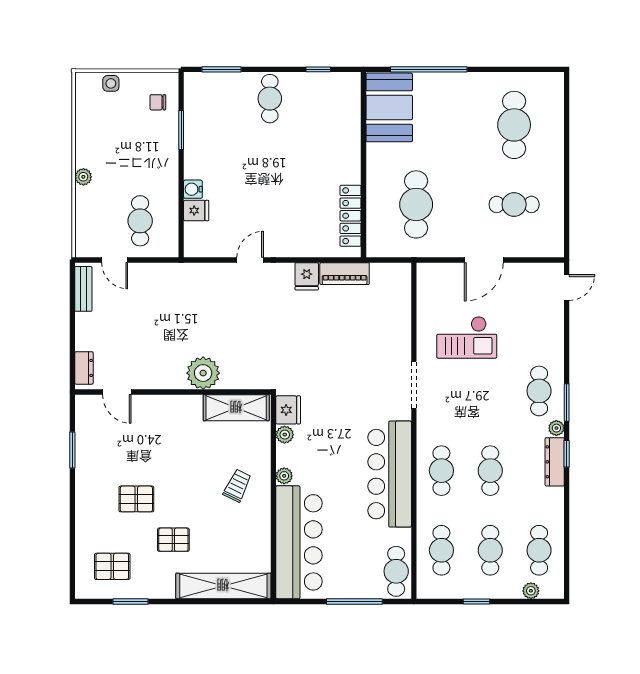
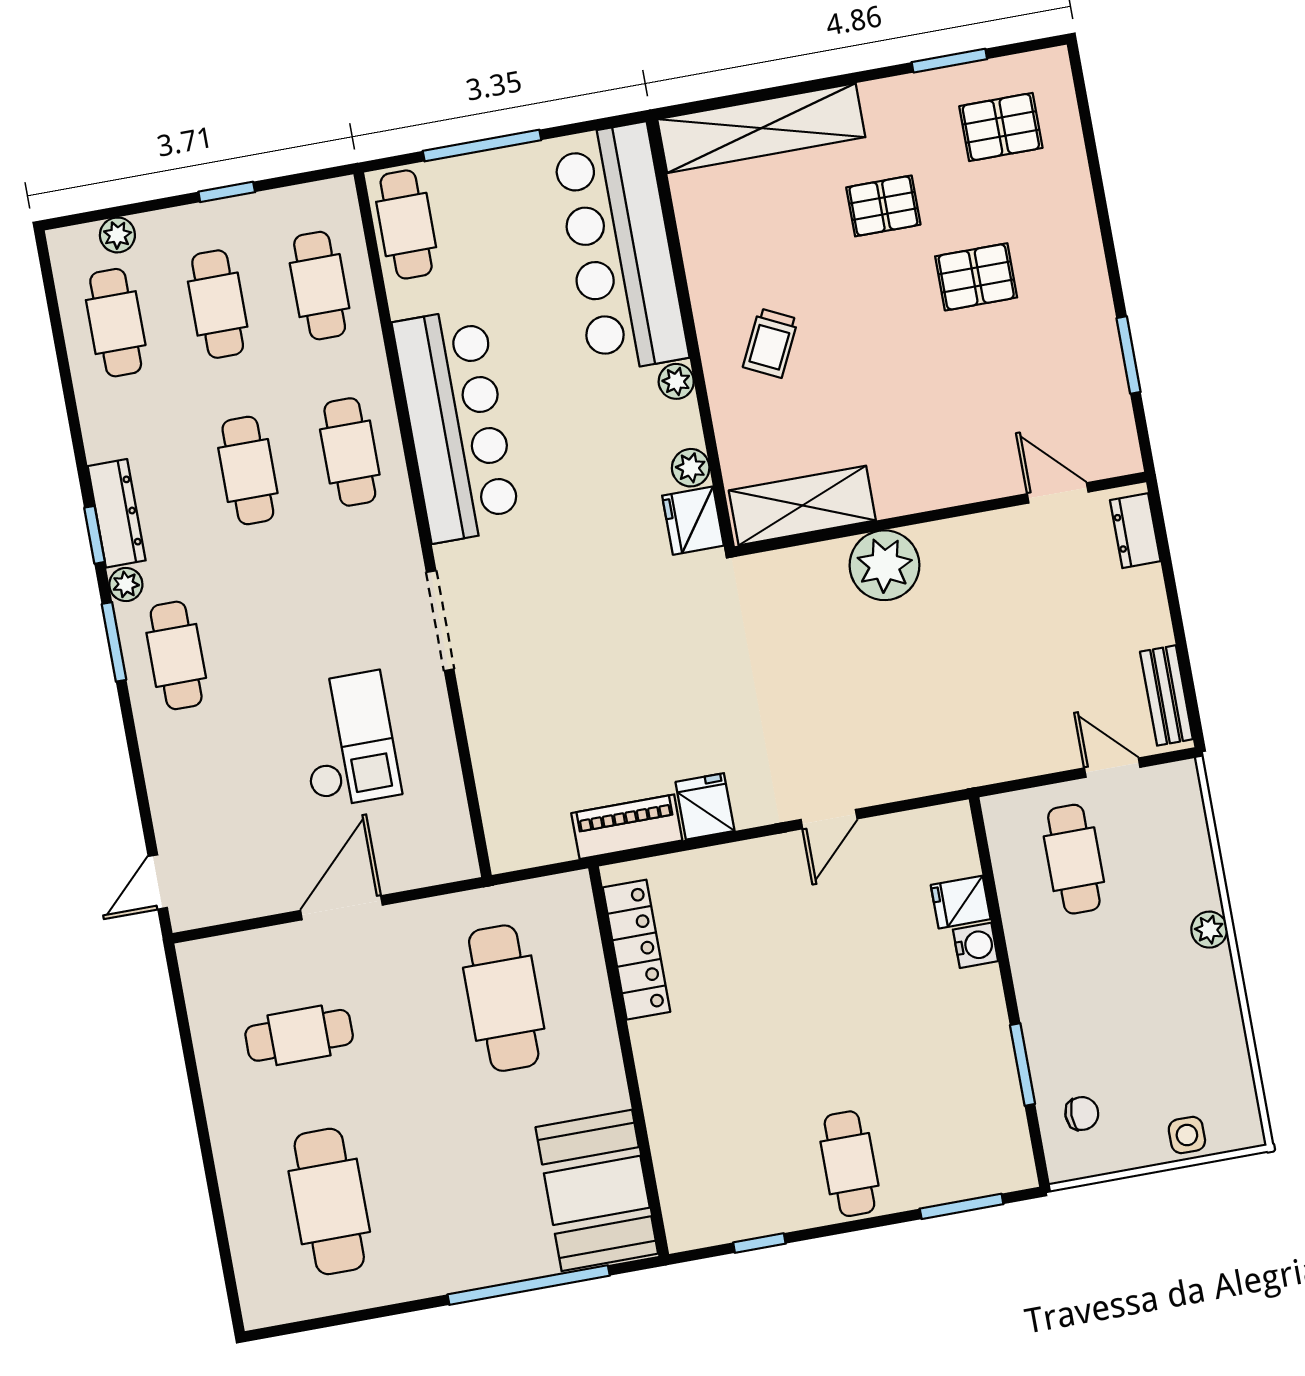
checkout: (467, 337) -> (348, 740), turned 90

